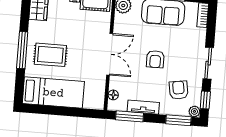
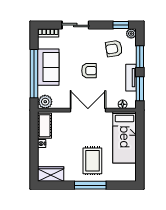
sliding door: (208, 63) -> (75, 25), moved
bed: (53, 93) -> (125, 137), moved, turned 180
window: (178, 120) -> (140, 57), moved

